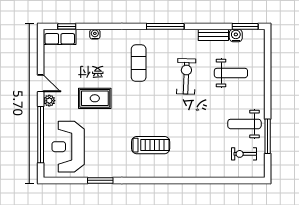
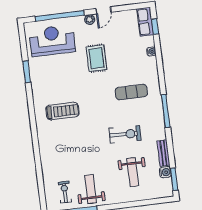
treadmill: (151, 145) -> (62, 111), turned -90

